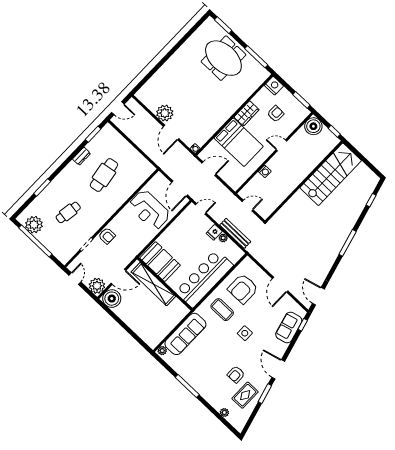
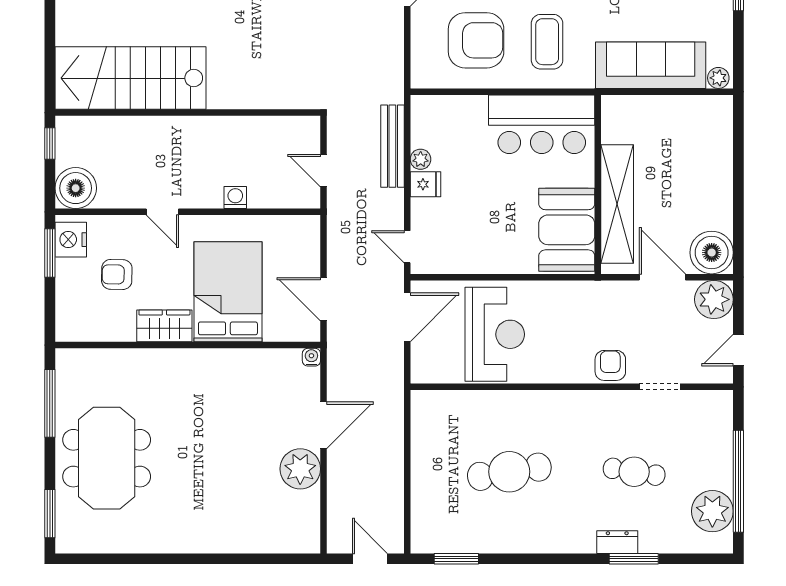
nightstand: (274, 86) -> (71, 240), moved
dresser: (82, 156) -> (617, 542), moved
bar counter: (204, 279) -> (542, 124), width x0.73

